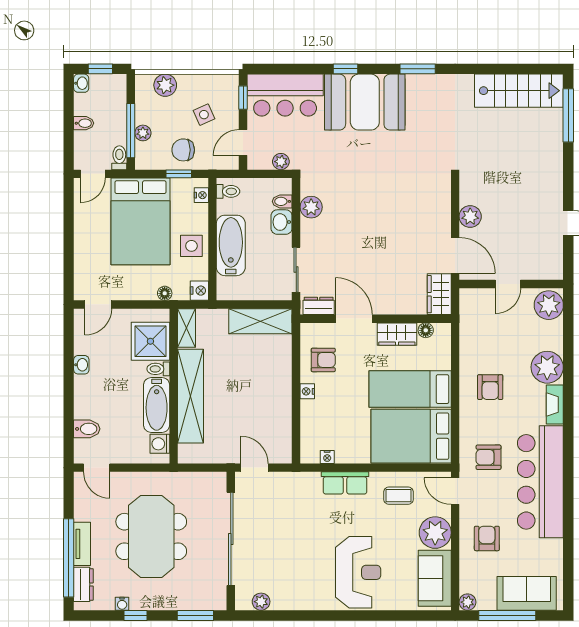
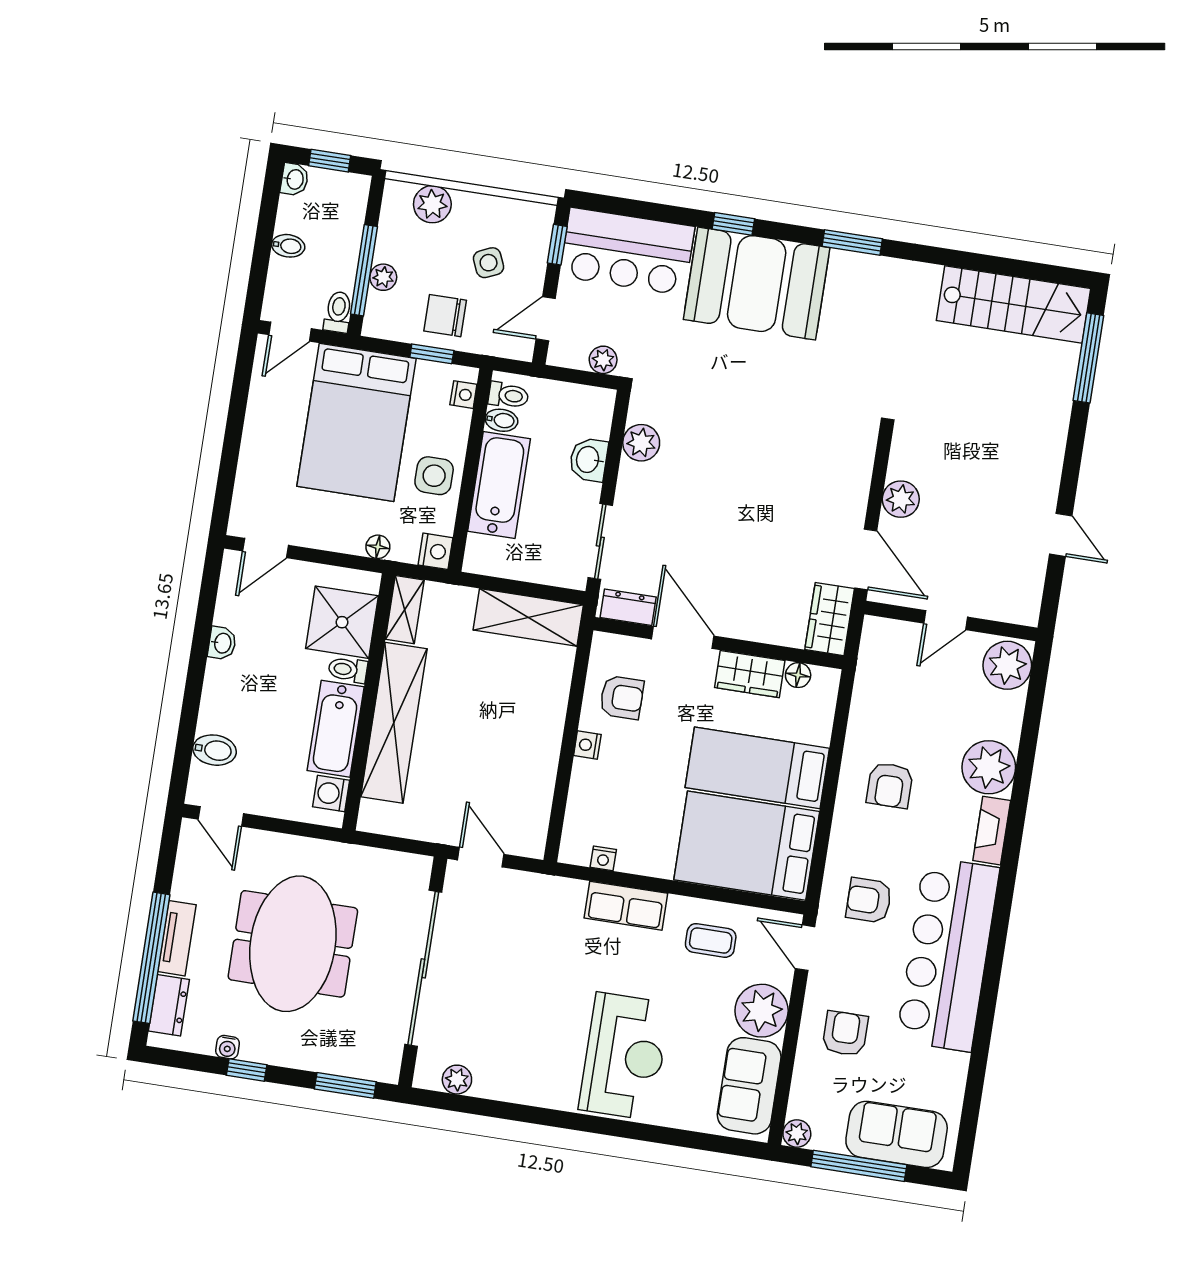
bidet: (282, 201) -> (501, 420), moved, turned 180

